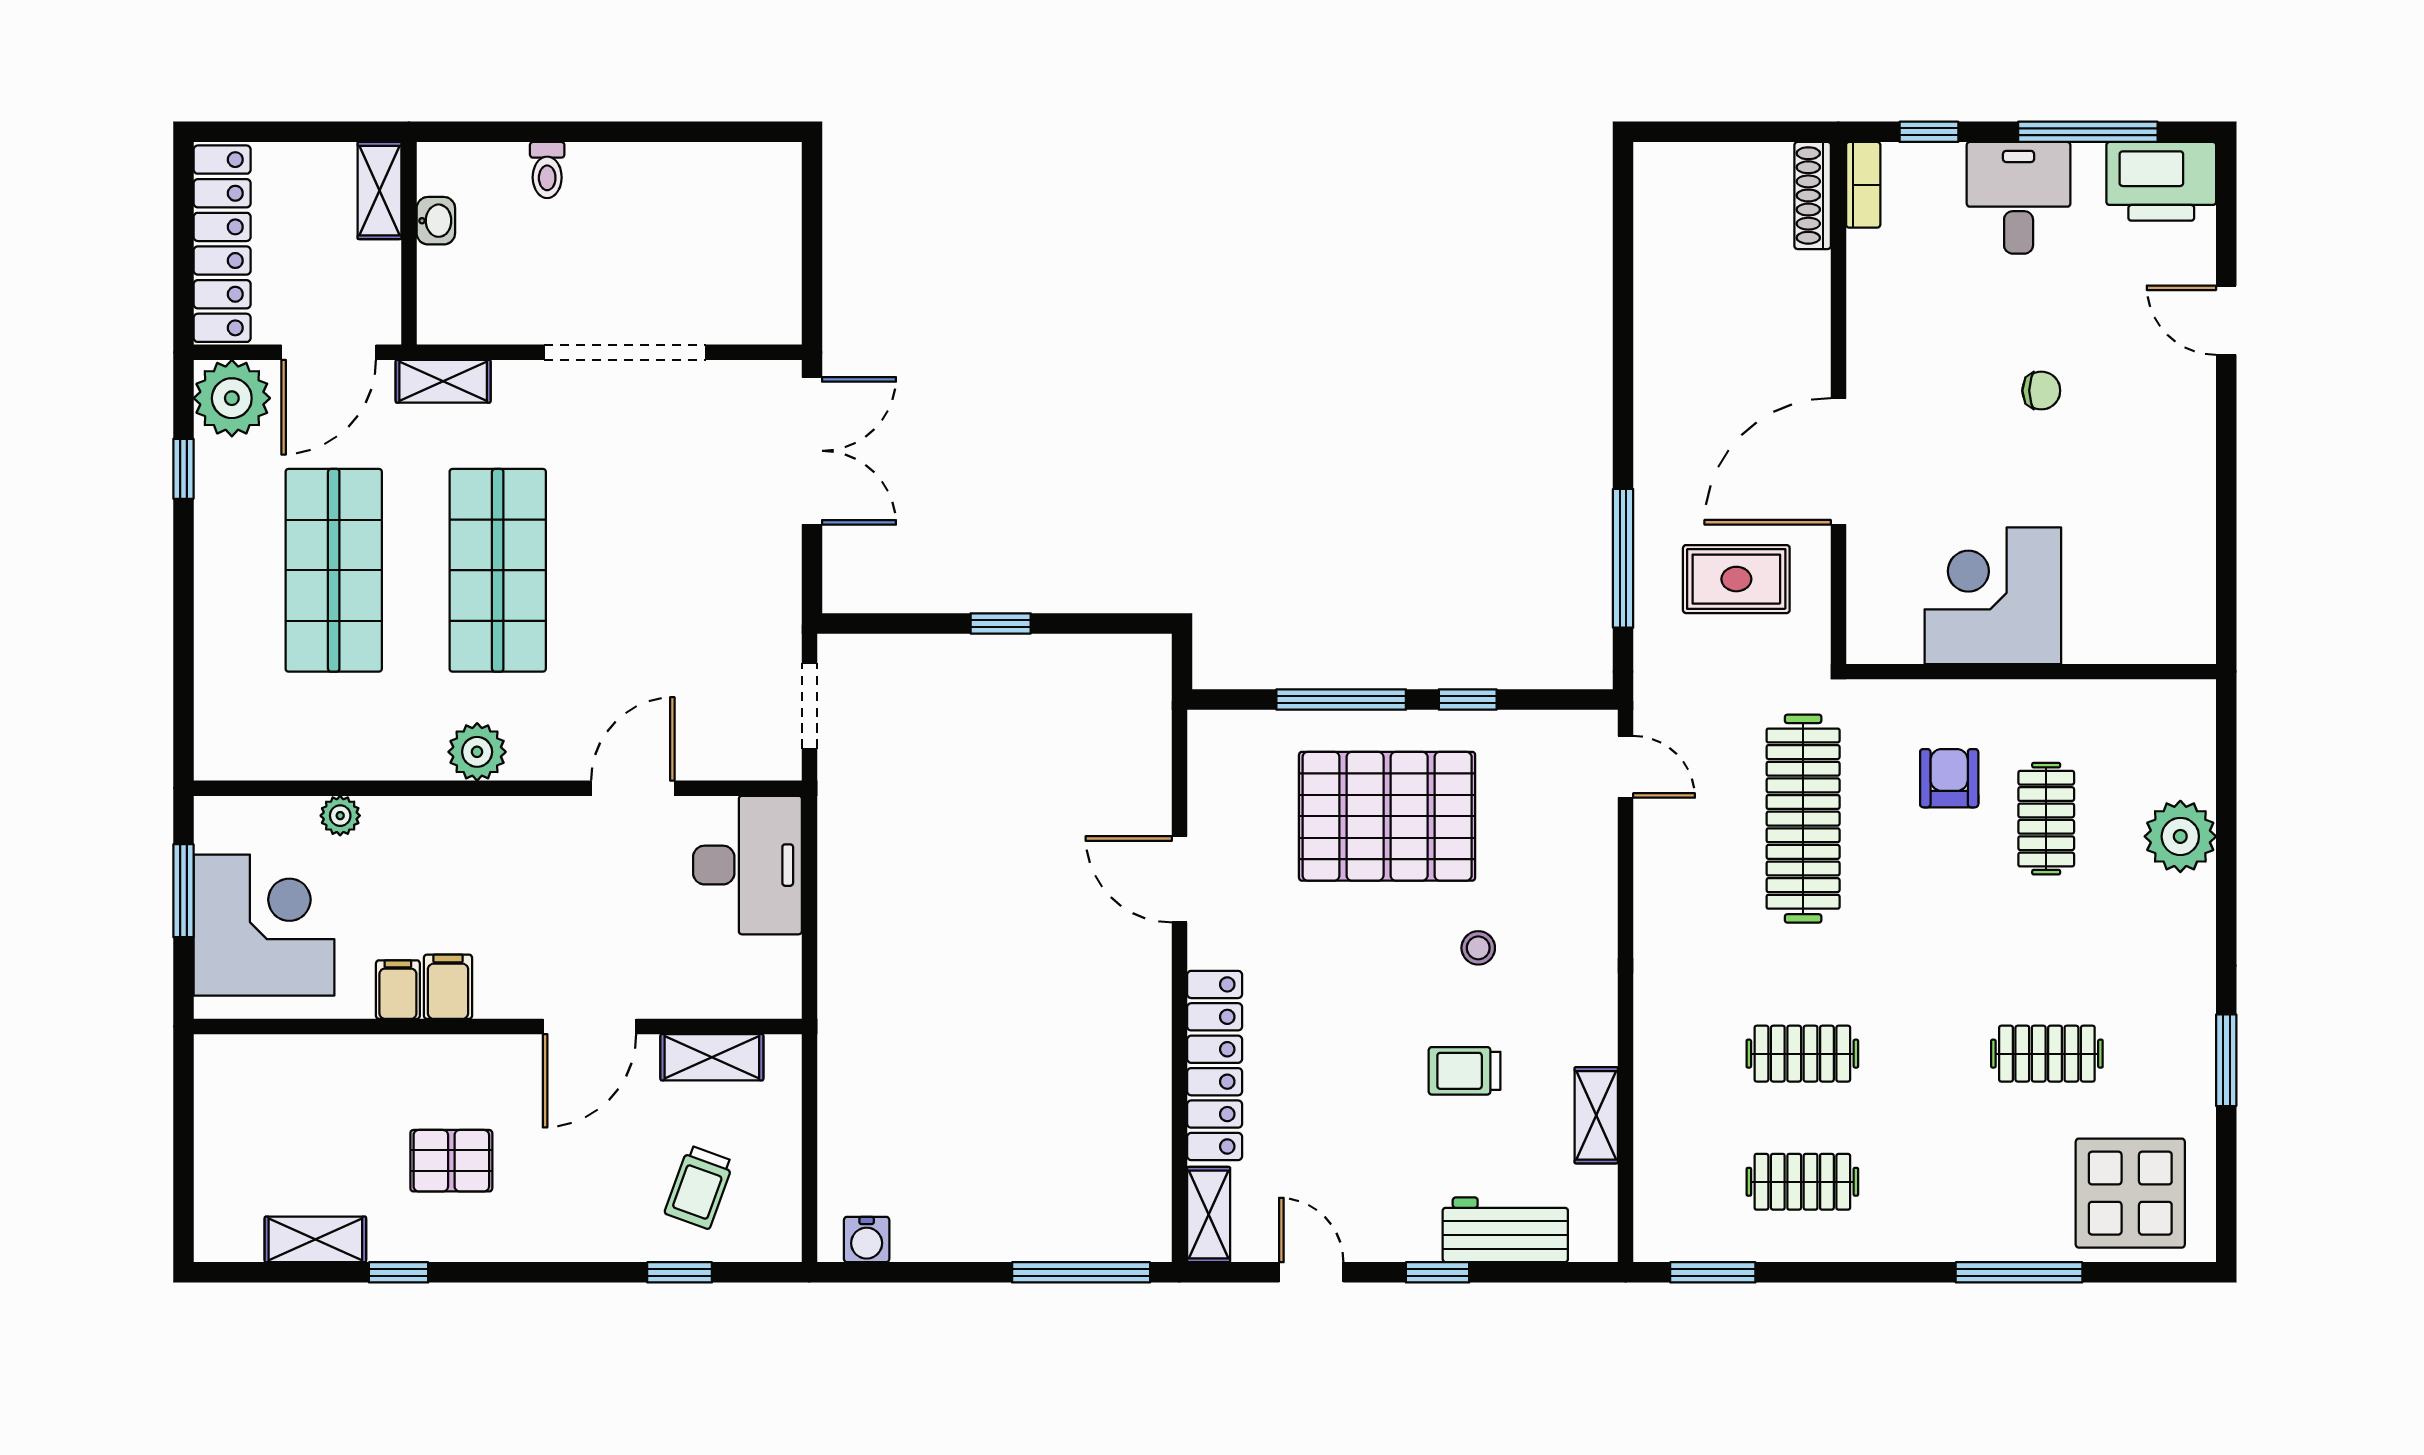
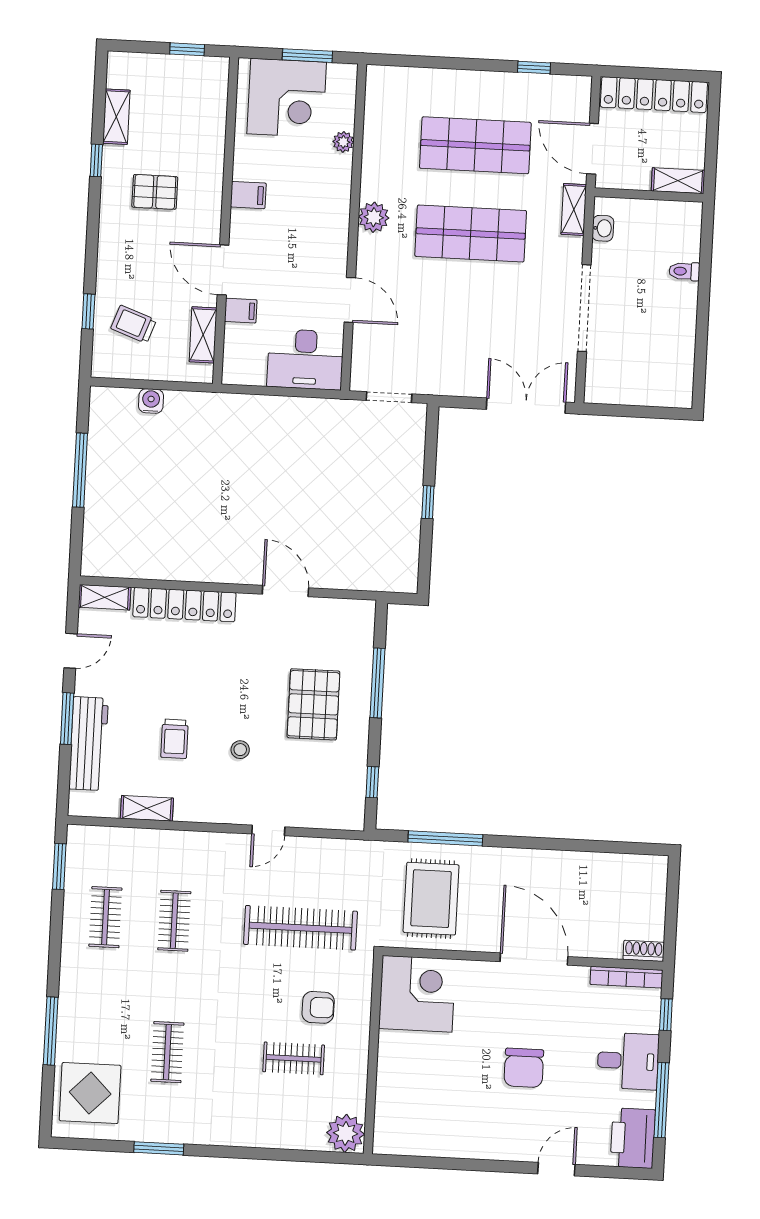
bookcase: (1863, 185) -> (626, 977), width x1.56
shoe rack: (1813, 195) -> (644, 951), width x0.70
washbasin: (436, 221) -> (603, 228), moved, turned -90
chair: (2041, 391) -> (524, 1068), width x1.87, depth x1.87
plant: (232, 398) -> (571, 95), removed
double door: (812, 451) -> (526, 406), swing flipped
door: (1838, 461) -> (534, 959), moved
rug: (1736, 579) -> (431, 899), width x1.36, depth x1.43
corner desk: (1993, 596) -> (417, 994), moved
window: (1468, 700) -> (372, 782), moved
door: (1626, 767) -> (268, 830), moved
pallet: (1387, 816) -> (313, 704), width x0.73, depth x0.71
plant: (2180, 836) -> (346, 1133), moved
door: (1179, 879) -> (285, 591), hinge flipped
filing cabinet: (398, 990) -> (241, 311), moved
trolley: (1465, 1071) -> (175, 739), turned 180
window: (183, 1114) -> (187, 49), added
pallet: (451, 1161) -> (155, 192), turned 90
workbench: (1505, 1230) -> (89, 744), width x1.38
water cooler: (867, 1239) -> (151, 401), moved, turned 90
window: (1081, 1272) -> (80, 470), moved
window: (1437, 1272) -> (67, 719), width x1.50

